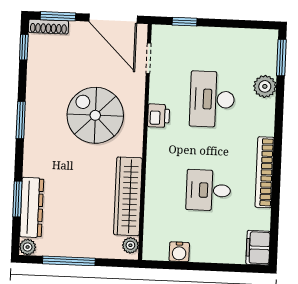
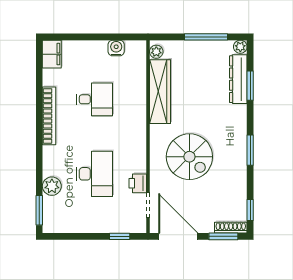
printer: (159, 116) -> (138, 183), moved

